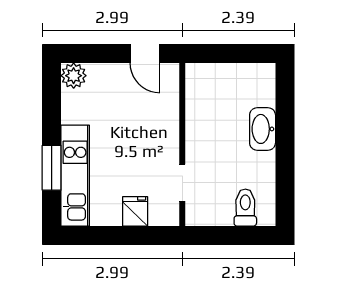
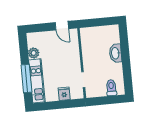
plant: (74, 76) -> (34, 53), moved
window: (52, 168) -> (26, 78), width x1.44

